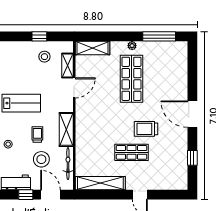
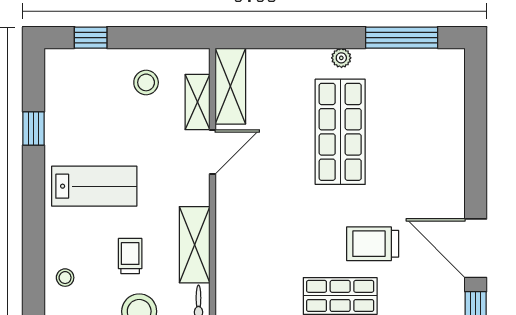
window: (39, 36) -> (91, 38), moved
shelving: (92, 48) -> (230, 86), moved, turned 90
door: (192, 114) -> (476, 248), moved

